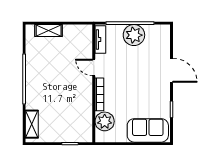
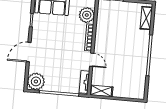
shelving: (49, 31) -> (101, 91), moved
plant: (134, 35) -> (36, 81), moved
door: (171, 70) -> (29, 52), hinge flipped

